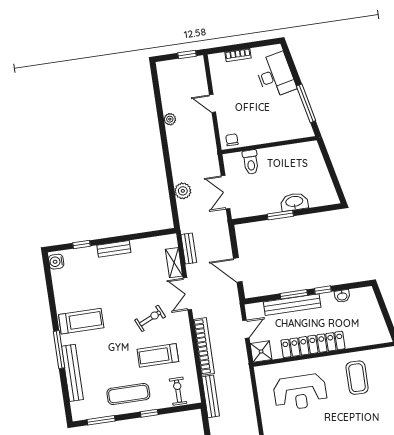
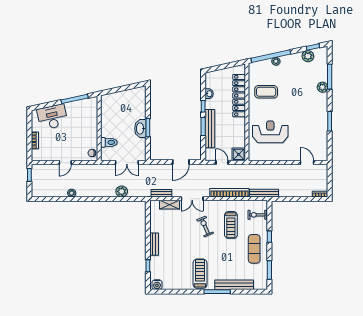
washbasin: (294, 202) -> (140, 128), moved
locker: (313, 344) -> (239, 96), moved
reception desk: (300, 392) -> (270, 132), turned -90

